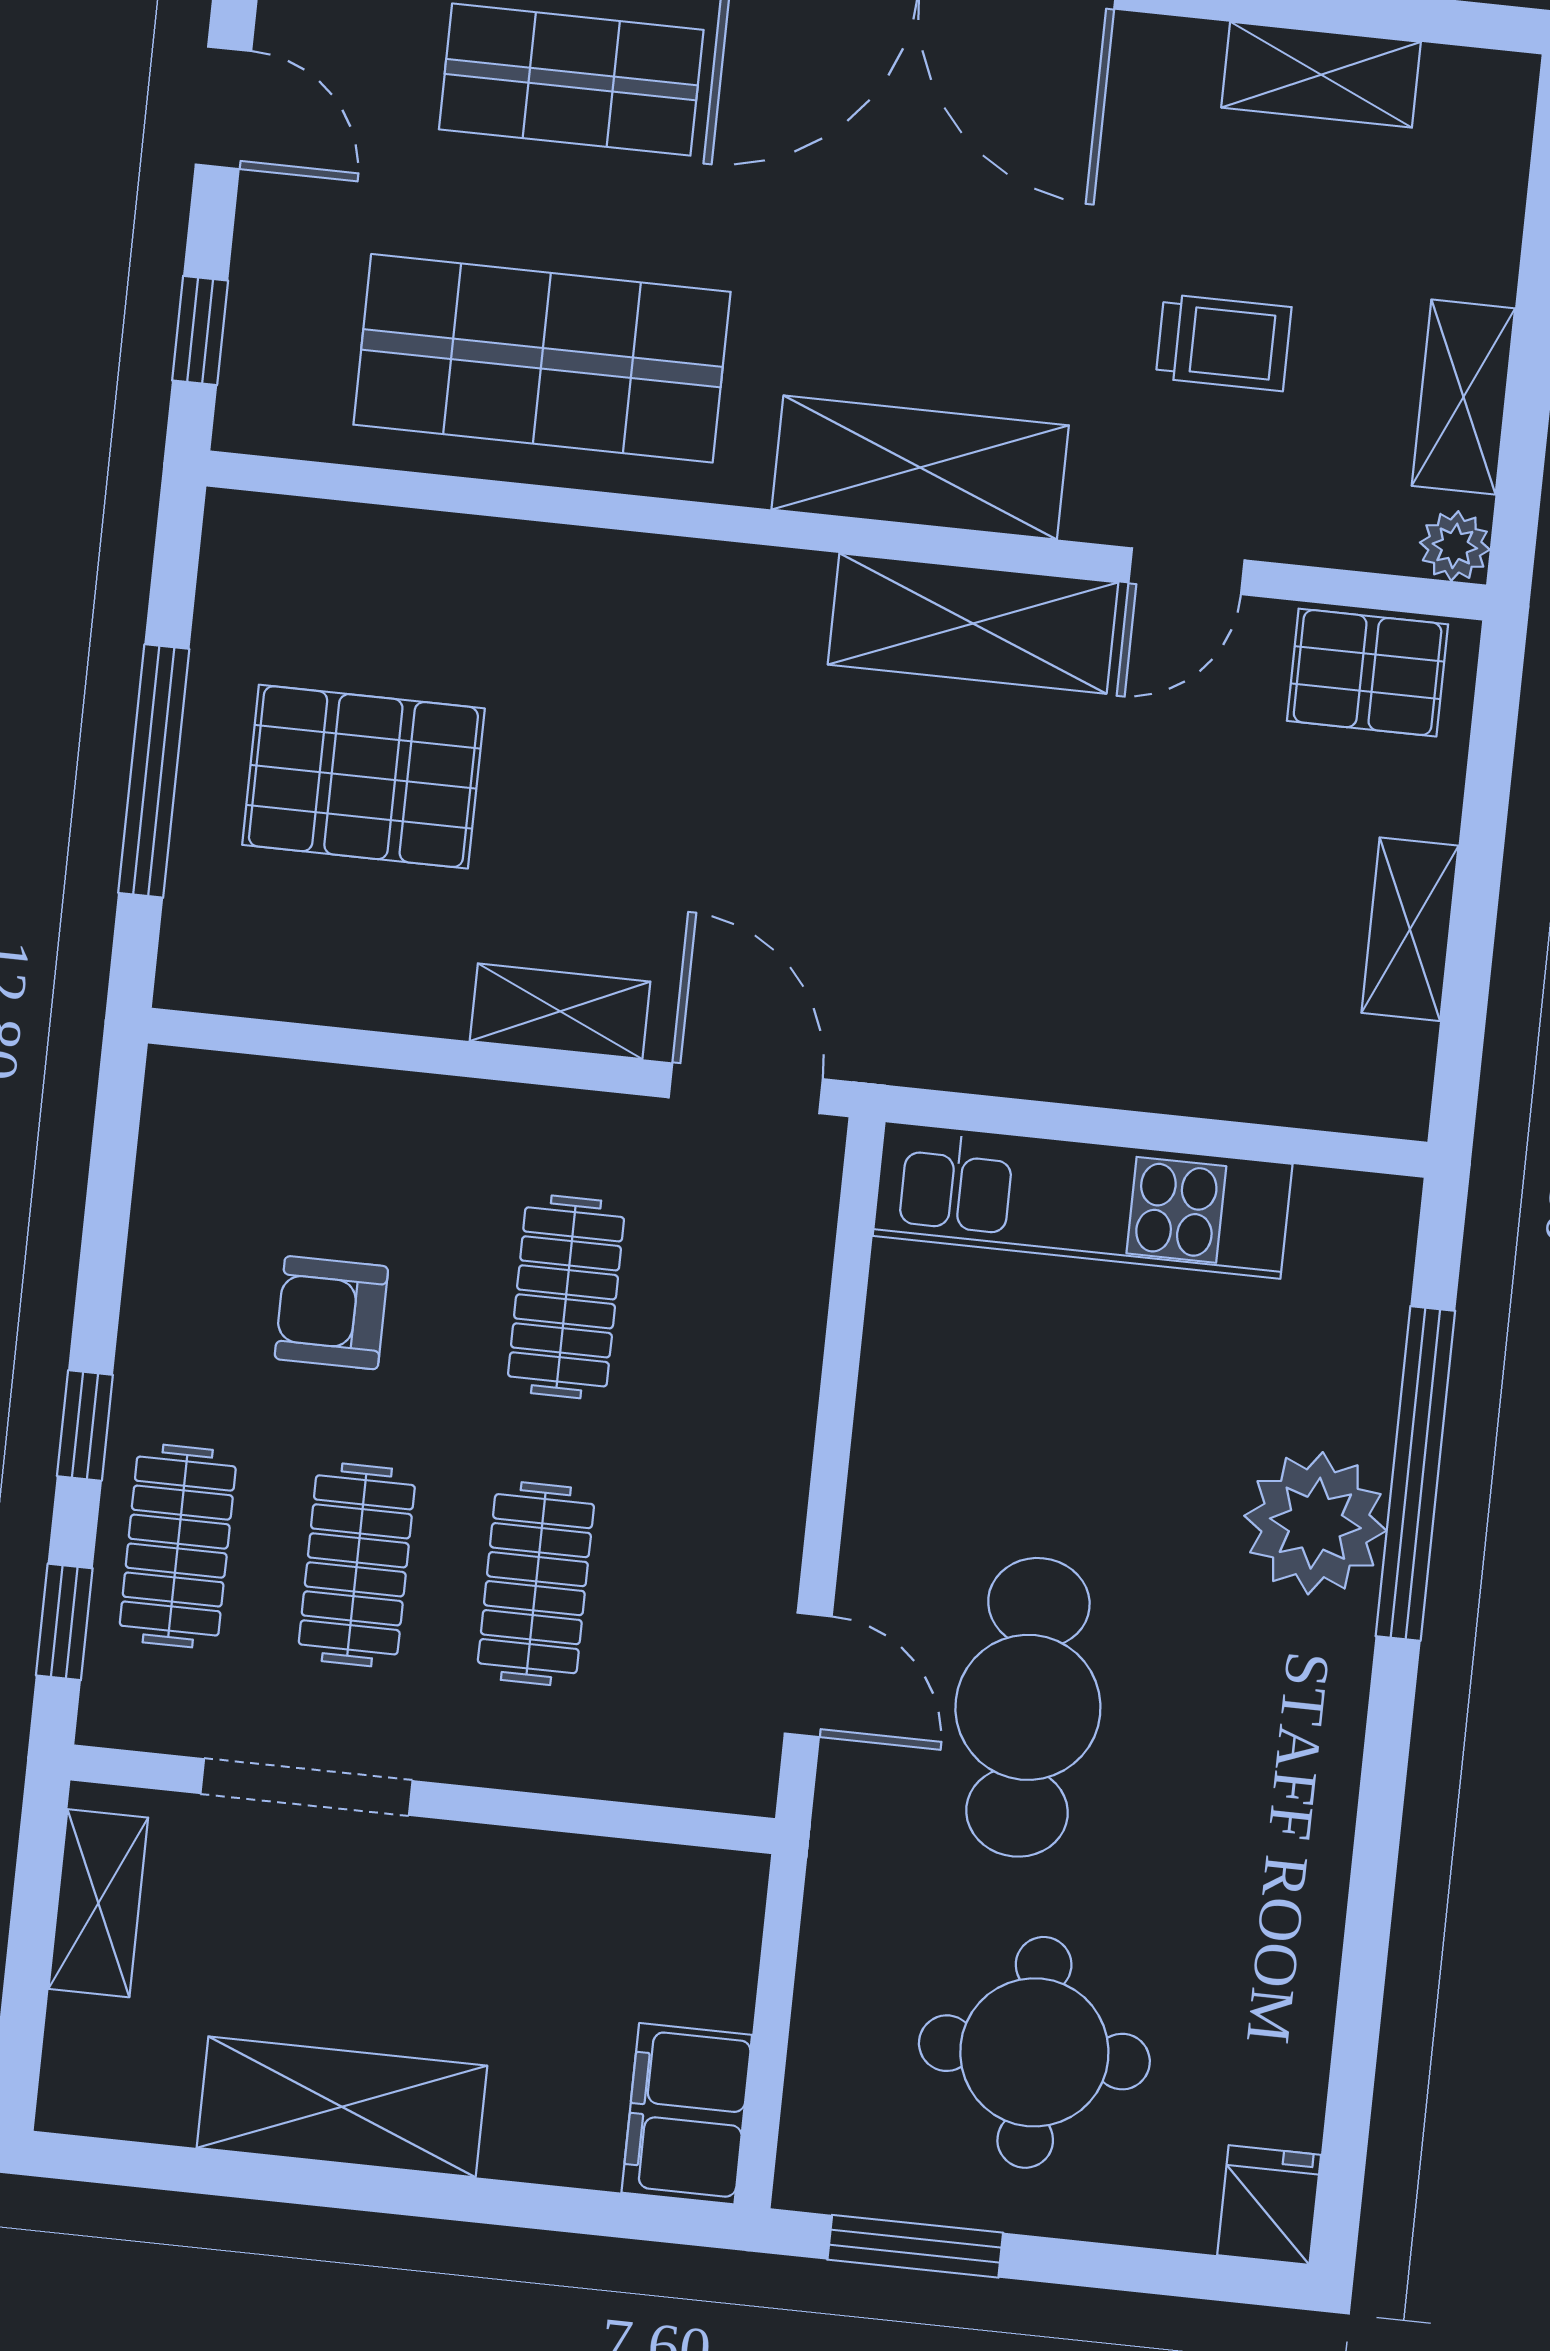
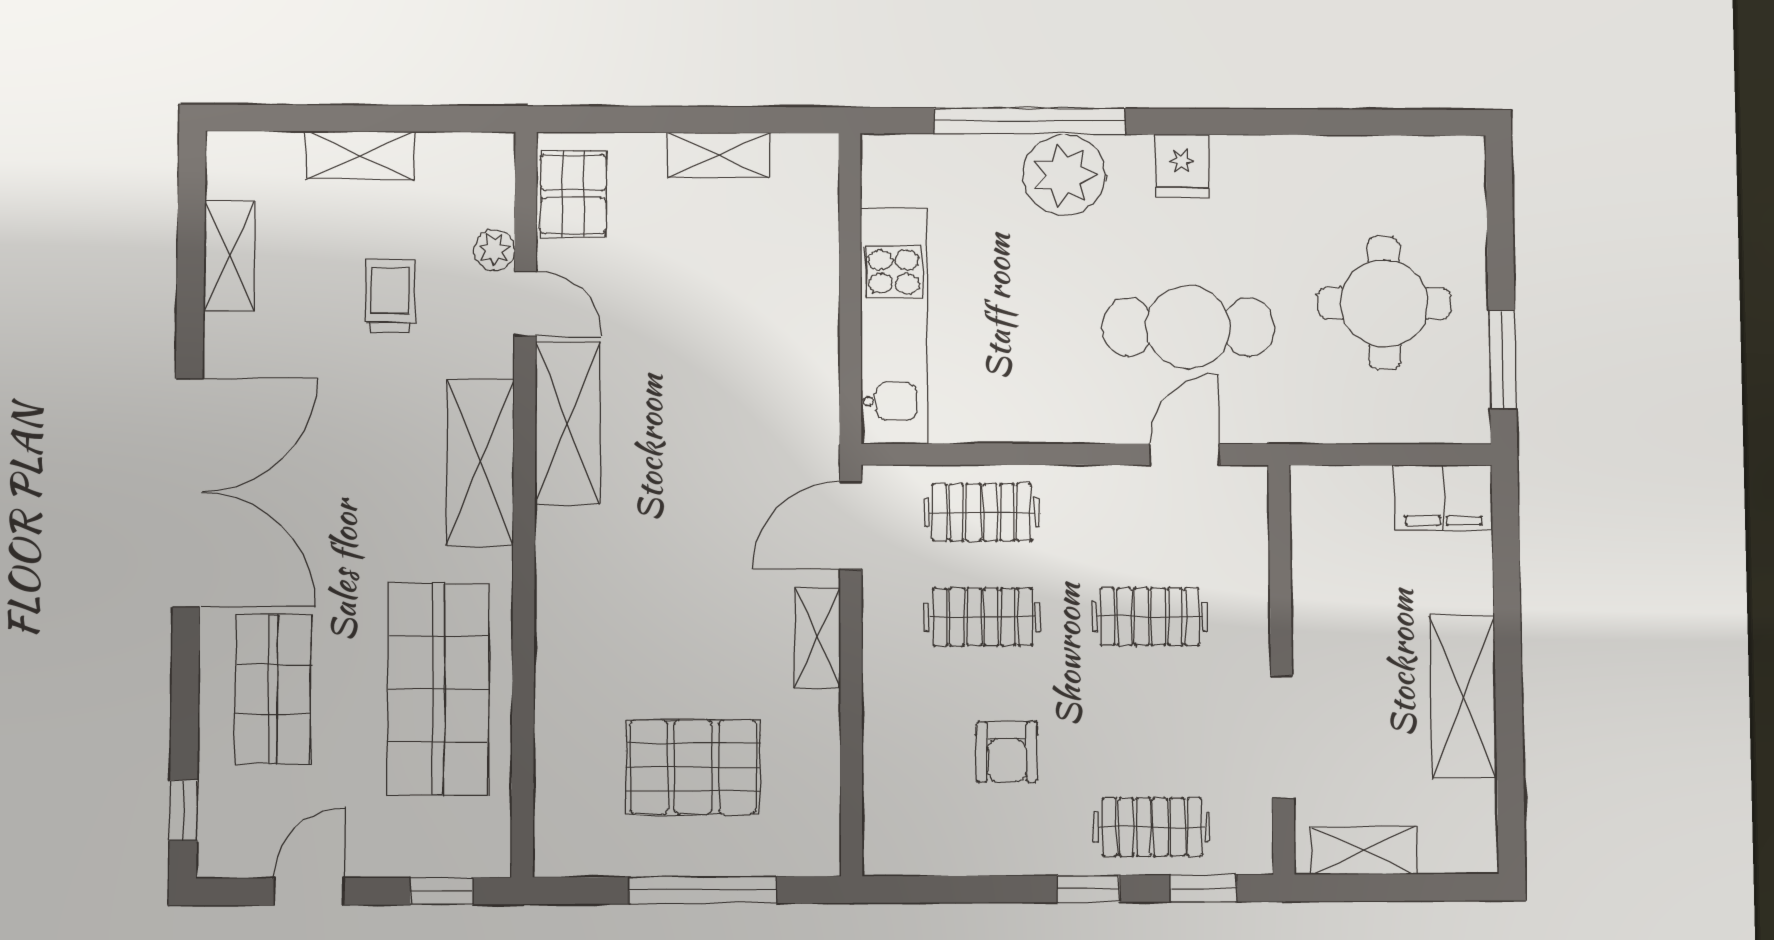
shelving: (1463, 397) -> (361, 155), moved
plant: (1455, 546) -> (495, 250), moved
pallet: (363, 777) -> (693, 767), turned 90
clothes rail: (357, 1565) -> (982, 512), moved
fridge: (1269, 2205) -> (1182, 166), moved, turned -90

